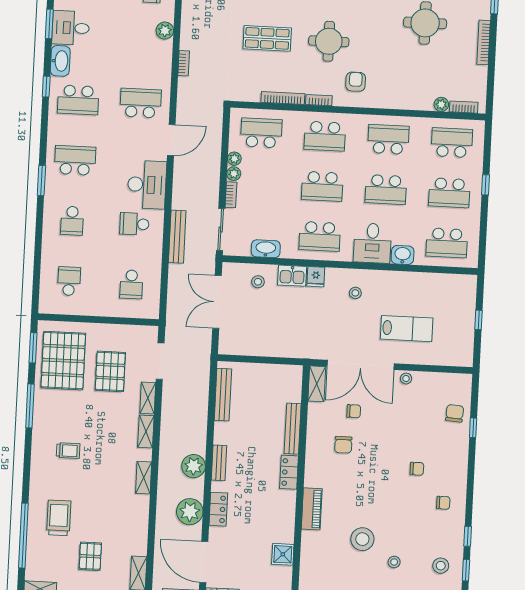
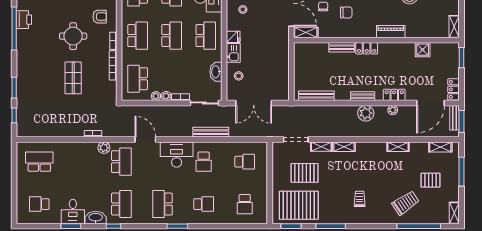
plant: (165, 31) -> (104, 148), moved
armchair: (356, 82) -> (100, 17), turned 180
school desk: (141, 103) -> (121, 162), turned 180
school desk: (69, 281) -> (245, 204), turned -90
bench: (293, 429) -> (342, 47), width x0.73
shelving: (144, 478) -> (398, 147), moved
plant: (190, 512) -> (393, 110), width x0.53, depth x0.53
trolley: (59, 518) -> (406, 203), turned 146

